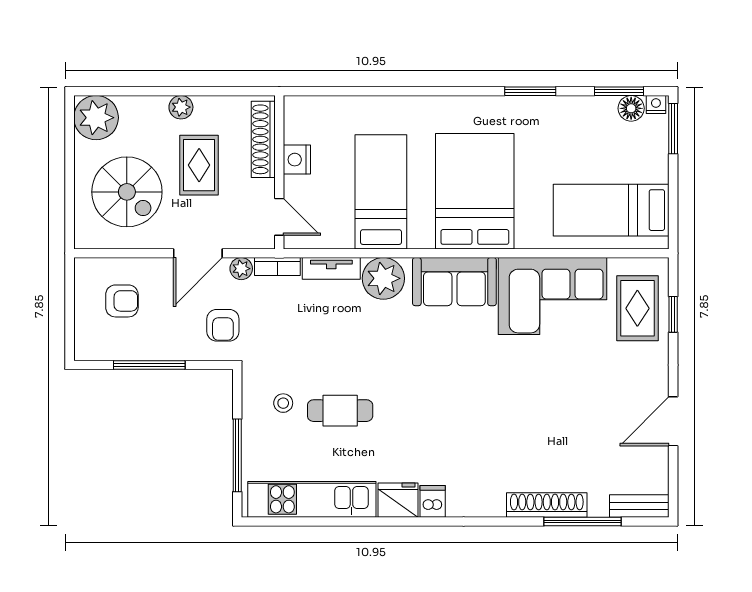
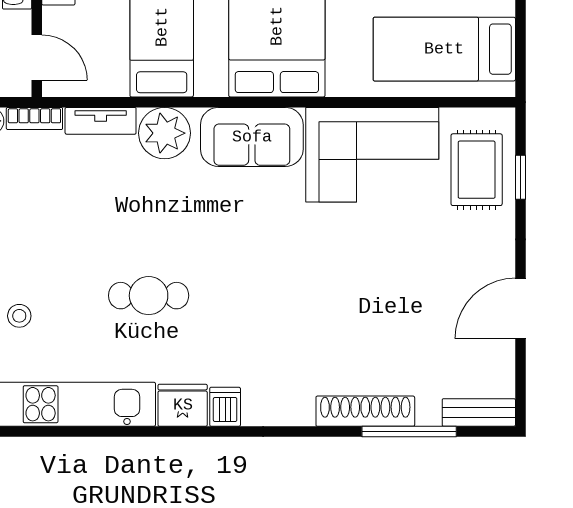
stool: (283, 403) -> (19, 316), moved
cafe table: (340, 411) -> (149, 296), moved

